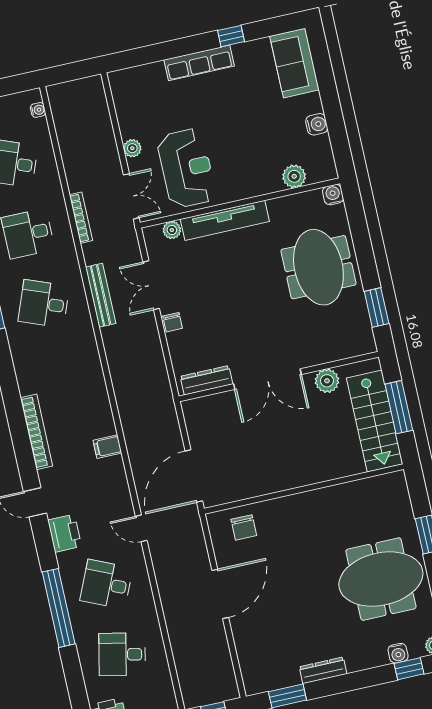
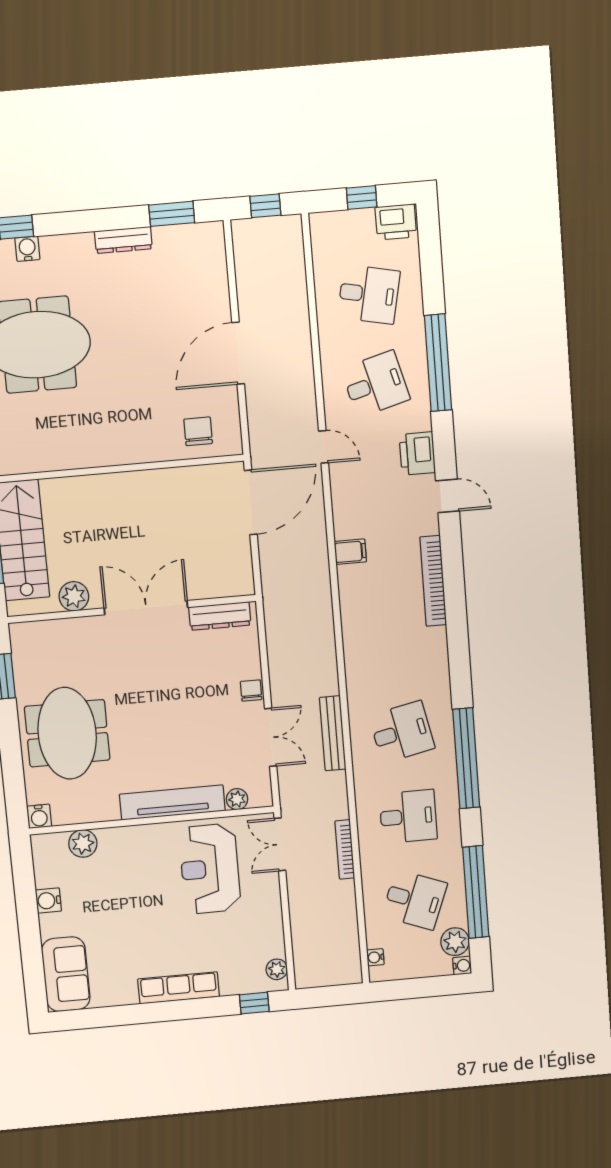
window: (231, 36) -> (254, 1003), moved
plant: (132, 148) -> (277, 969), moved
bookcase: (81, 218) -> (345, 849), moved
desk: (44, 304) -> (402, 732), turned -33
desk: (106, 584) -> (375, 384), turned -39

